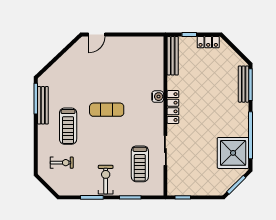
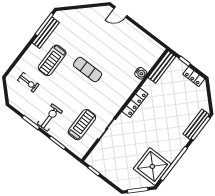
water cooler: (158, 97) -> (141, 73), moved
treadmill: (140, 164) -> (82, 125), turned 180

